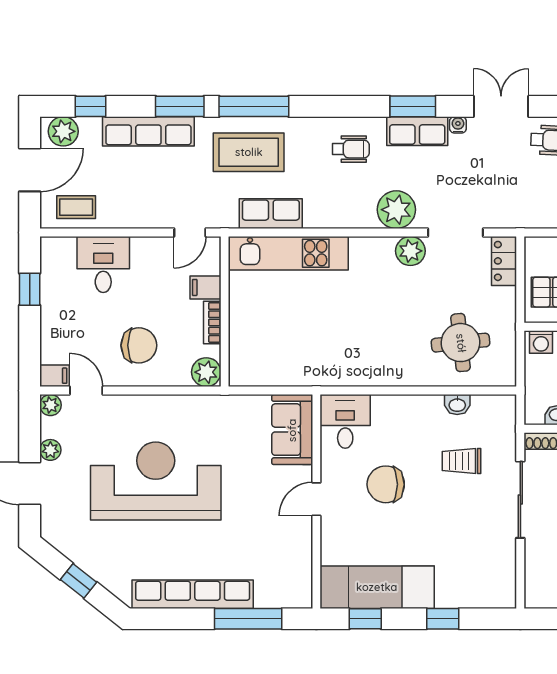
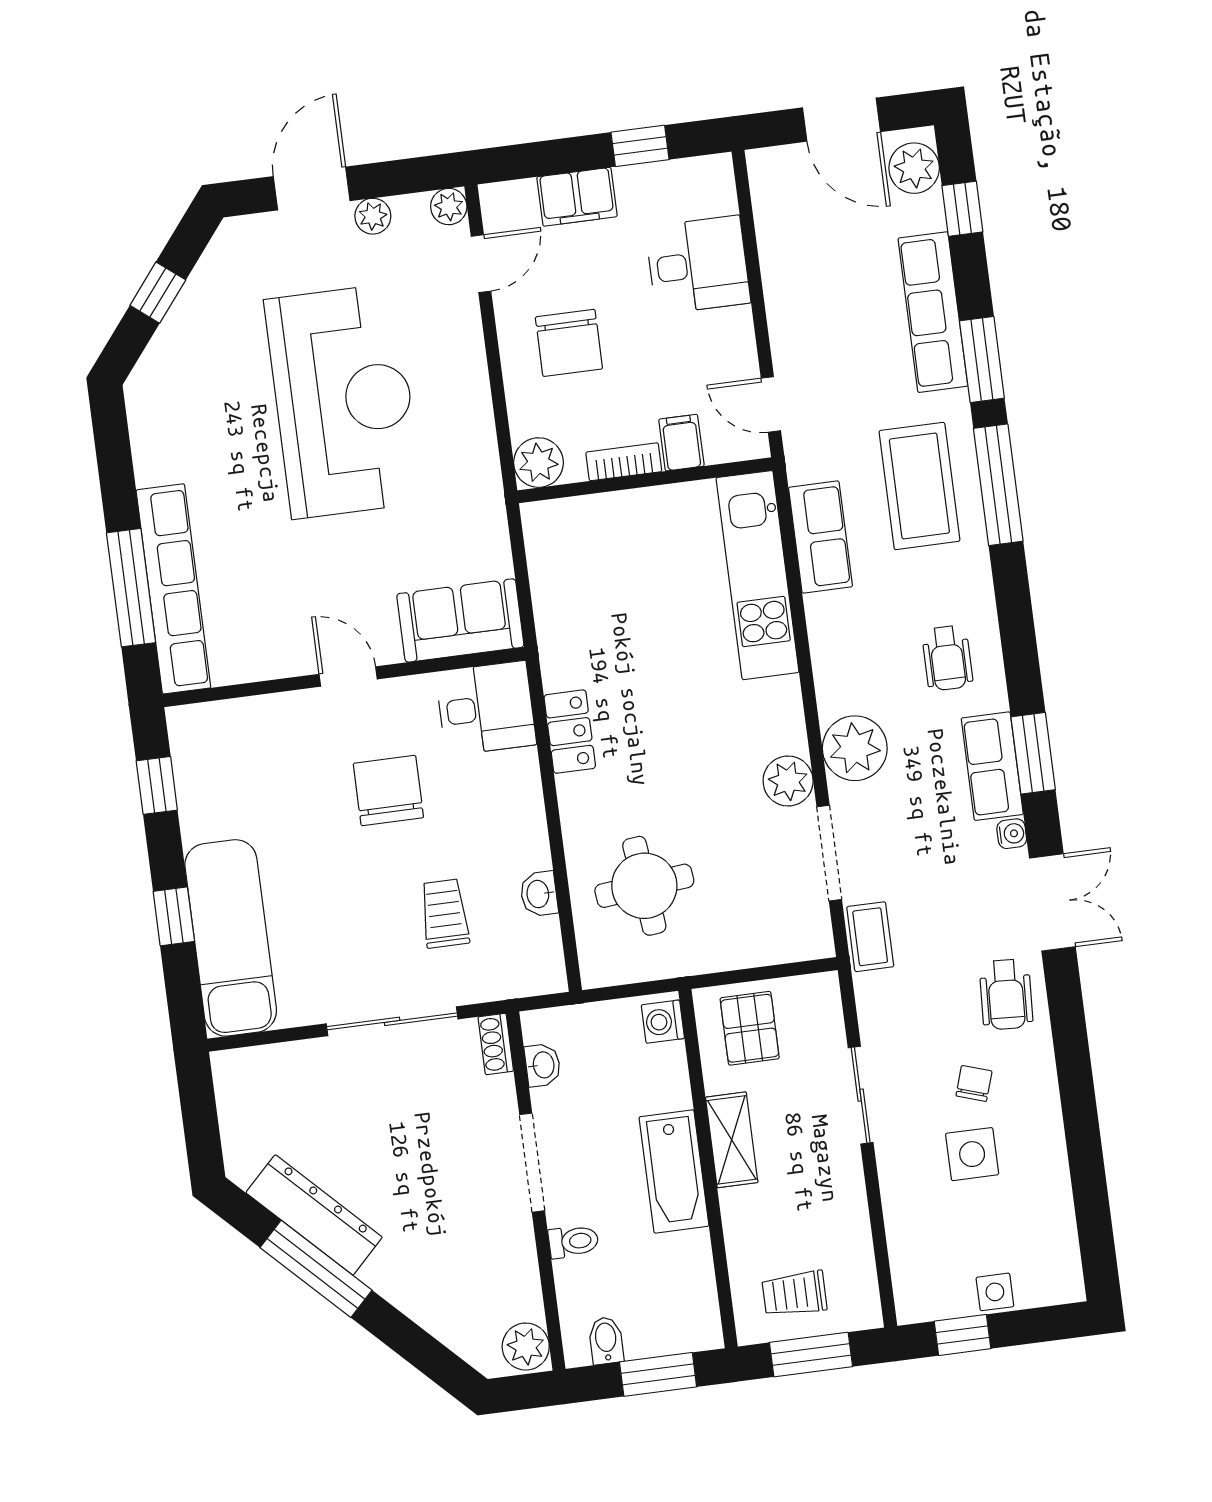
coffee table: (76, 207) -> (870, 937), moved
locker: (504, 261) -> (570, 732), moved, turned 90
filing cabinet: (54, 376) -> (577, 197), moved, width x2.00
exam couch: (377, 587) -> (231, 938), moved
row of seats: (193, 594) -> (173, 589), moved

